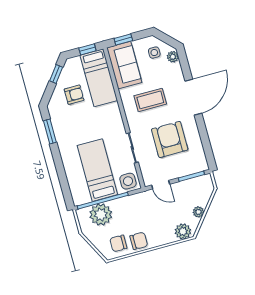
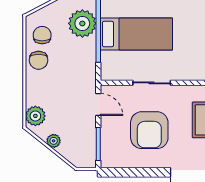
armchair: (170, 139) -> (149, 130), turned 90
side table: (128, 181) -> (113, 67), removed
door: (161, 185) -> (98, 105), swing flipped

